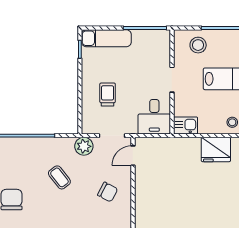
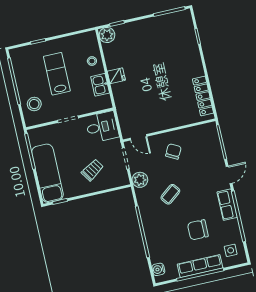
exam couch: (106, 38) -> (47, 173), width x1.36, depth x1.45
trolley: (108, 95) -> (92, 170), turned 147
kitchen sink: (185, 125) -> (100, 85), moved
fridge: (216, 150) -> (116, 76), width x0.53, depth x0.75

